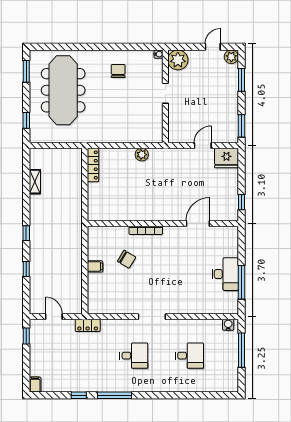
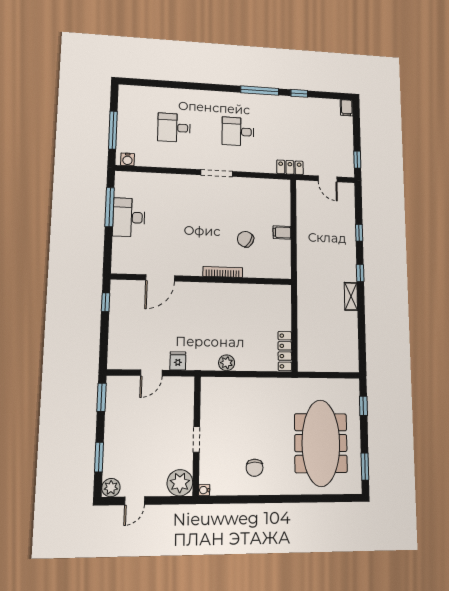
fridge: (226, 158) -> (178, 361), moved, width x0.53, depth x0.75
shelving: (35, 182) -> (351, 296), moved

